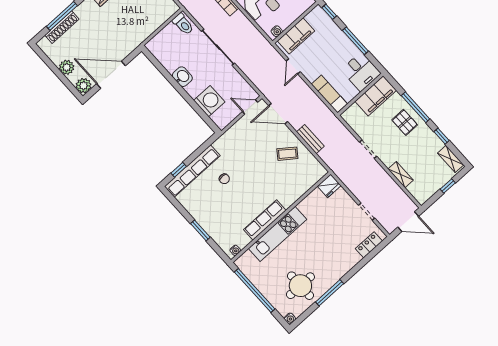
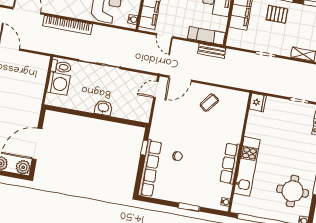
washbasin: (182, 77) -> (103, 108), moved
washing machine: (209, 101) -> (58, 84), moved, turned 90
bench: (310, 139) -> (211, 51), moved
window: (179, 170) -> (144, 148), moved

